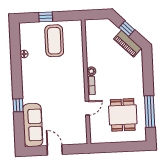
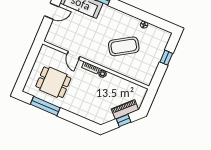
coffee table: (54, 41) -> (124, 46), moved, turned -32
piano: (127, 44) -> (125, 109), moved

